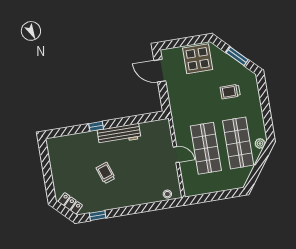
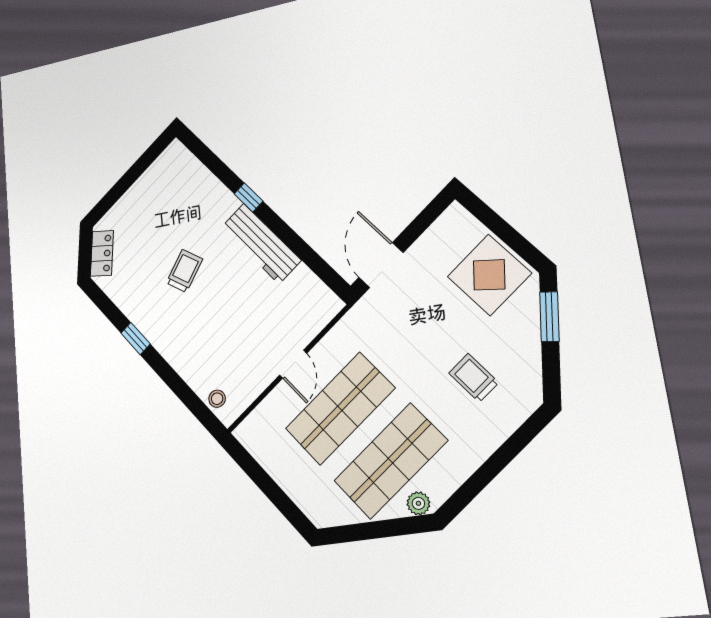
window: (237, 56) -> (549, 317), moved
door: (160, 71) -> (381, 265), moved
window: (98, 216) -> (135, 339), moved

